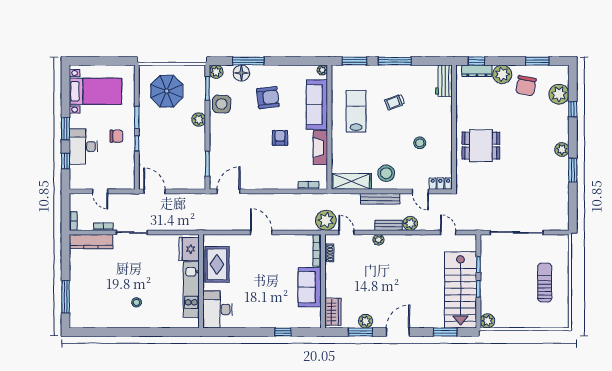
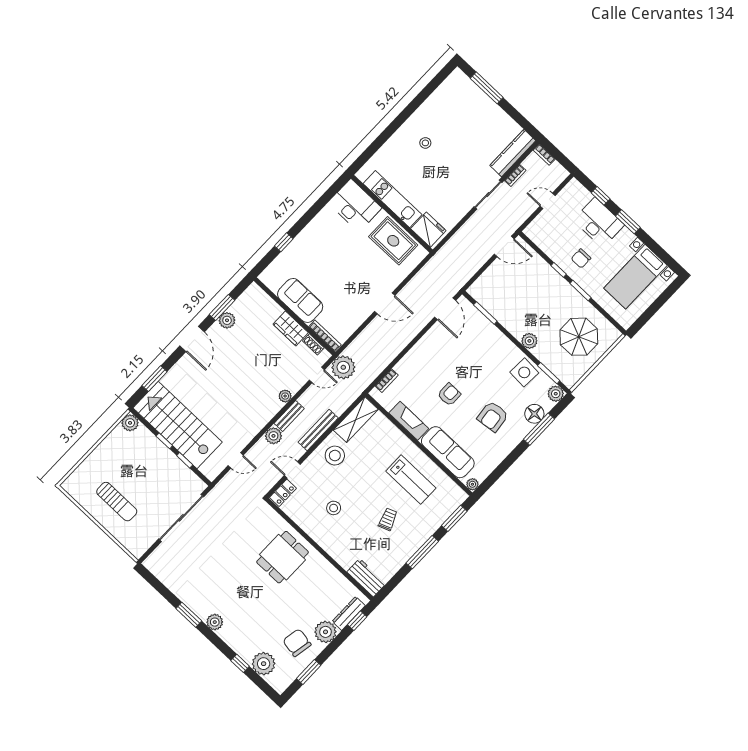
armchair: (280, 138) -> (449, 395), turned -90
wardrobe: (333, 312) -> (291, 328), moved

